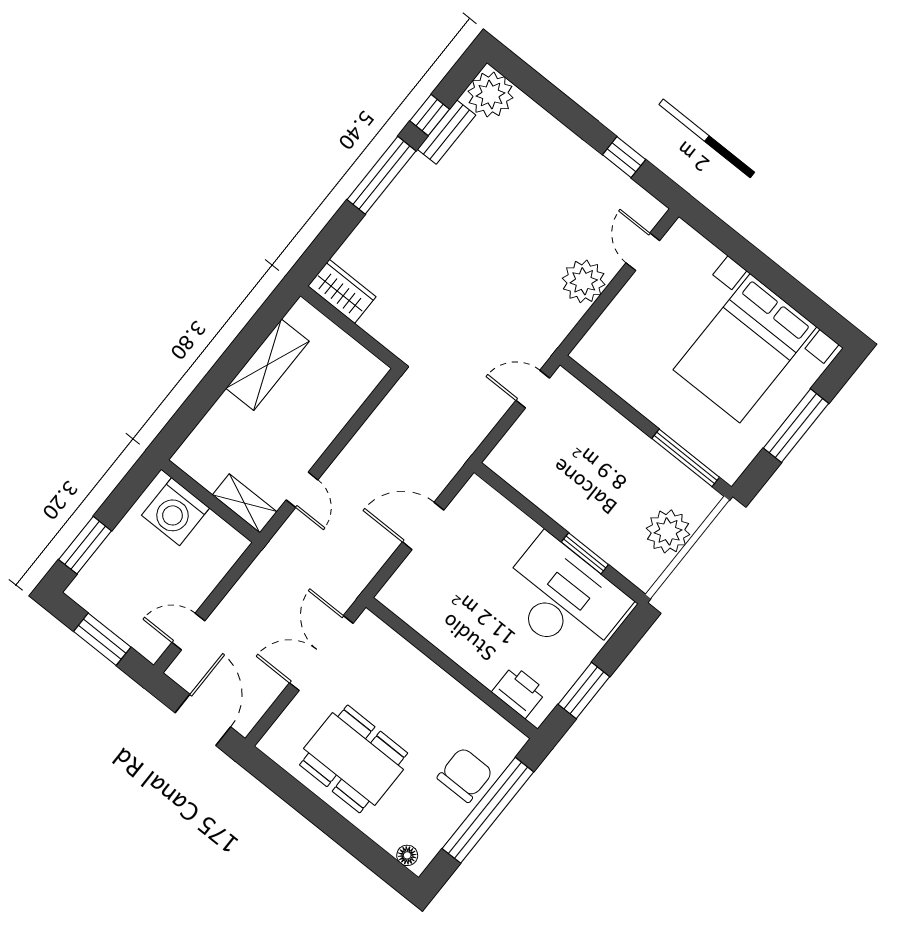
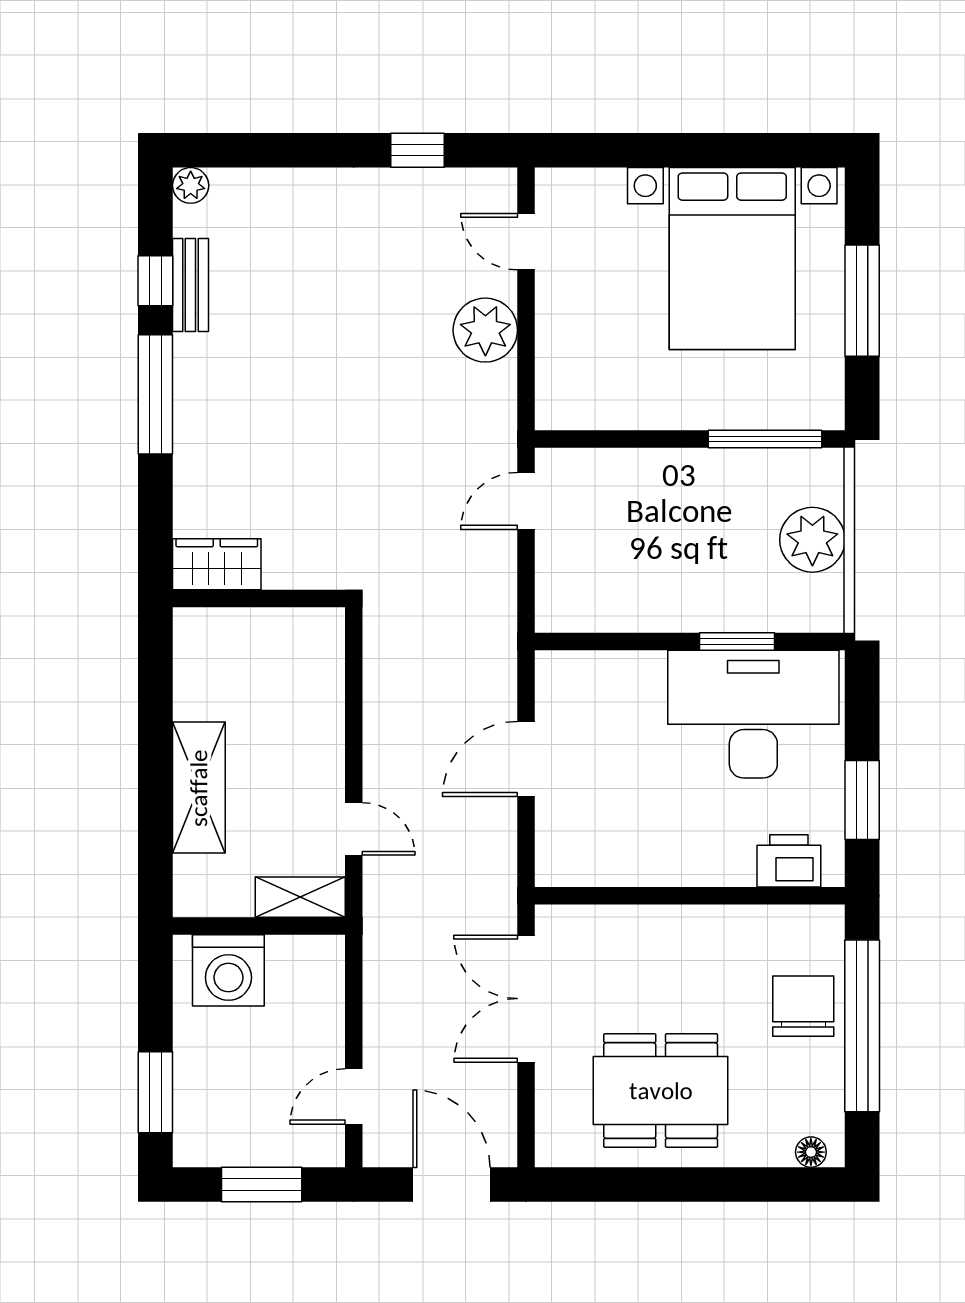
plant: (491, 94) -> (191, 185), width x0.53, depth x0.53
shelving: (267, 365) -> (199, 788), moved

